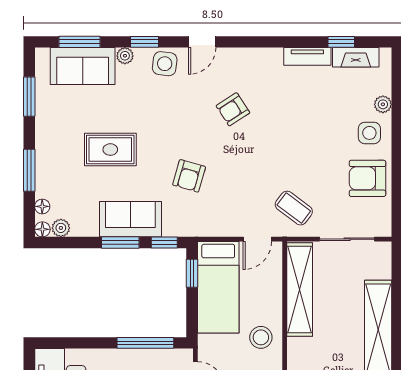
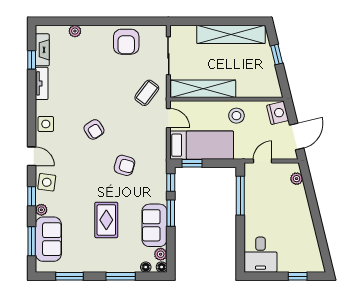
armchair: (233, 109) -> (94, 129), moved
side table: (369, 133) -> (46, 124), moved
sofa: (130, 219) -> (154, 225), moved

